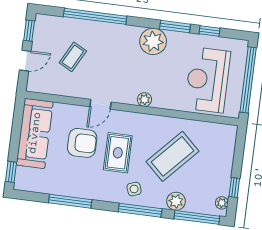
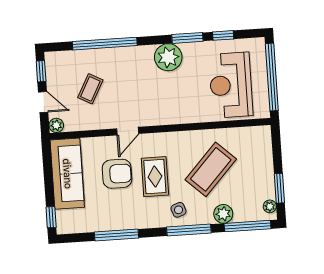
door: (25, 61) -> (43, 102), hinge flipped
plant: (144, 99) -> (56, 125), moved
window: (234, 187) -> (279, 188), width x1.50

